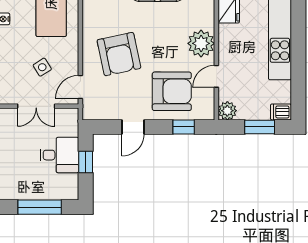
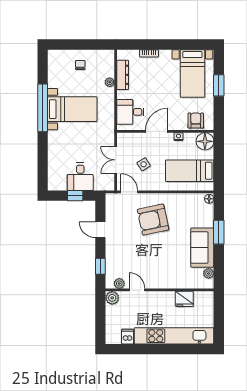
plant: (201, 43) -> (119, 283), moved, width x0.53, depth x0.53
armchair: (172, 91) -> (126, 258), removed
dishwasher: (281, 112) -> (128, 337), moved
window: (260, 127) -> (100, 321), removed
window: (40, 207) -> (43, 162), removed

